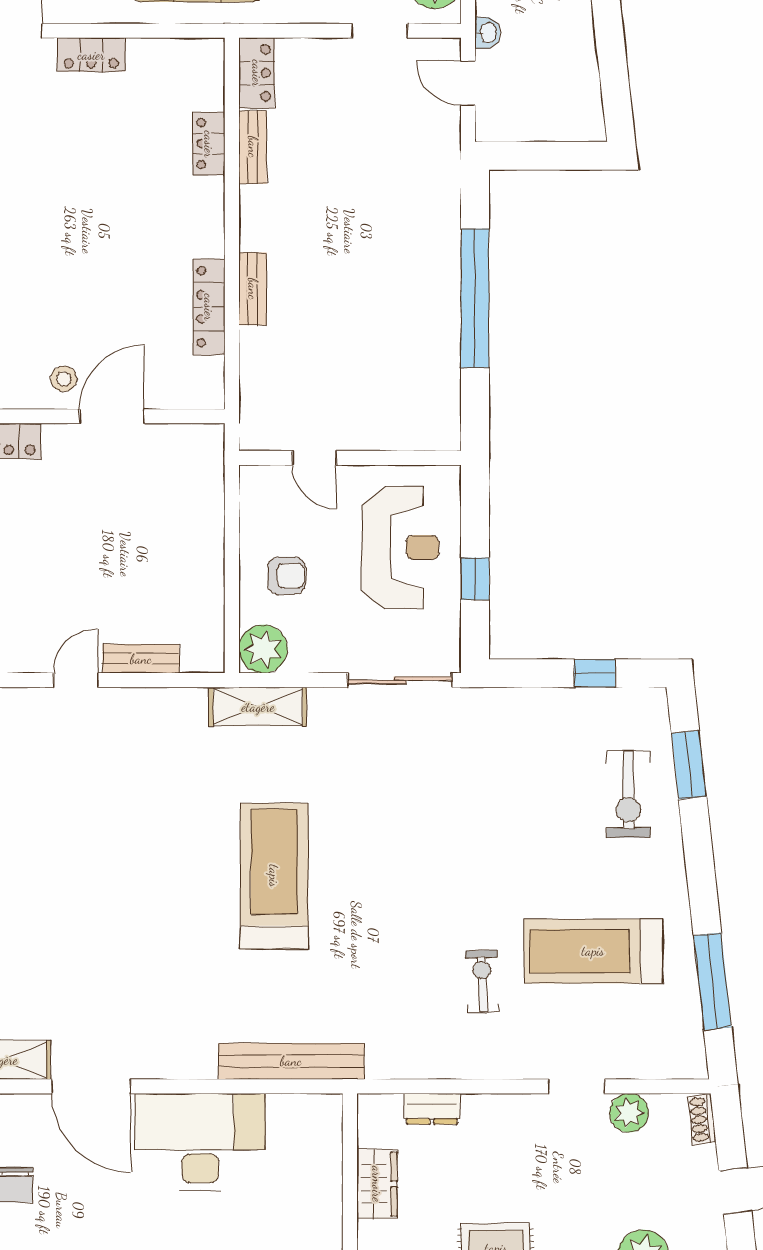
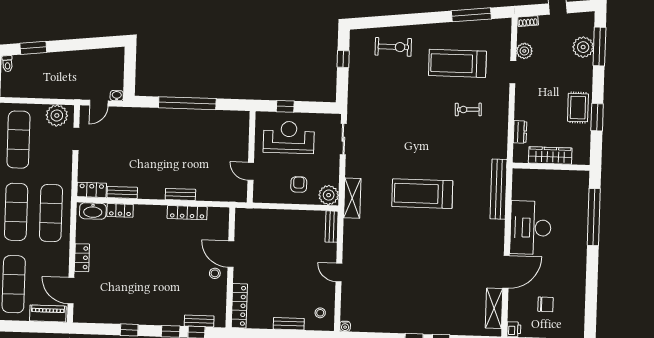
washbasin: (488, 33) -> (117, 96), moved
washbasin: (205, 77) -> (93, 211), added
door: (314, 458) -> (251, 171), swing flipped
window: (475, 579) -> (285, 106), moved
bench: (141, 659) -> (332, 227), moved
sliding door: (400, 680) -> (343, 139), width x0.73
window: (689, 765) -> (382, 22), removed
treadmill: (593, 951) -> (457, 63), turned 90
wardrobe: (377, 1184) -> (550, 156), width x1.50

